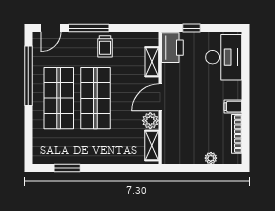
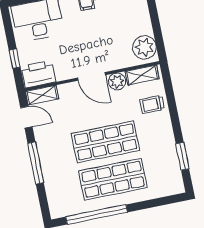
door: (51, 28) -> (26, 117), moved
trolley: (105, 46) -> (152, 104), moved, turned 180
shelving: (152, 62) -> (42, 95), moved
plant: (211, 158) -> (144, 47), moved, width x1.88, depth x1.88

